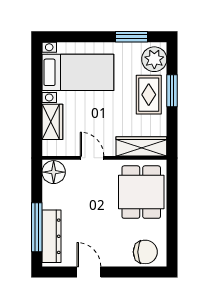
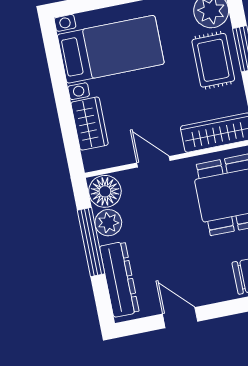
plant: (52, 195) -> (108, 223), added
window: (37, 227) -> (91, 242), moved

